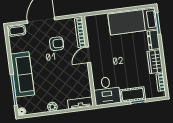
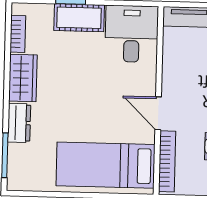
bed: (133, 22) -> (105, 165), moved, turned 180
door: (88, 55) -> (158, 113), swing flipped

